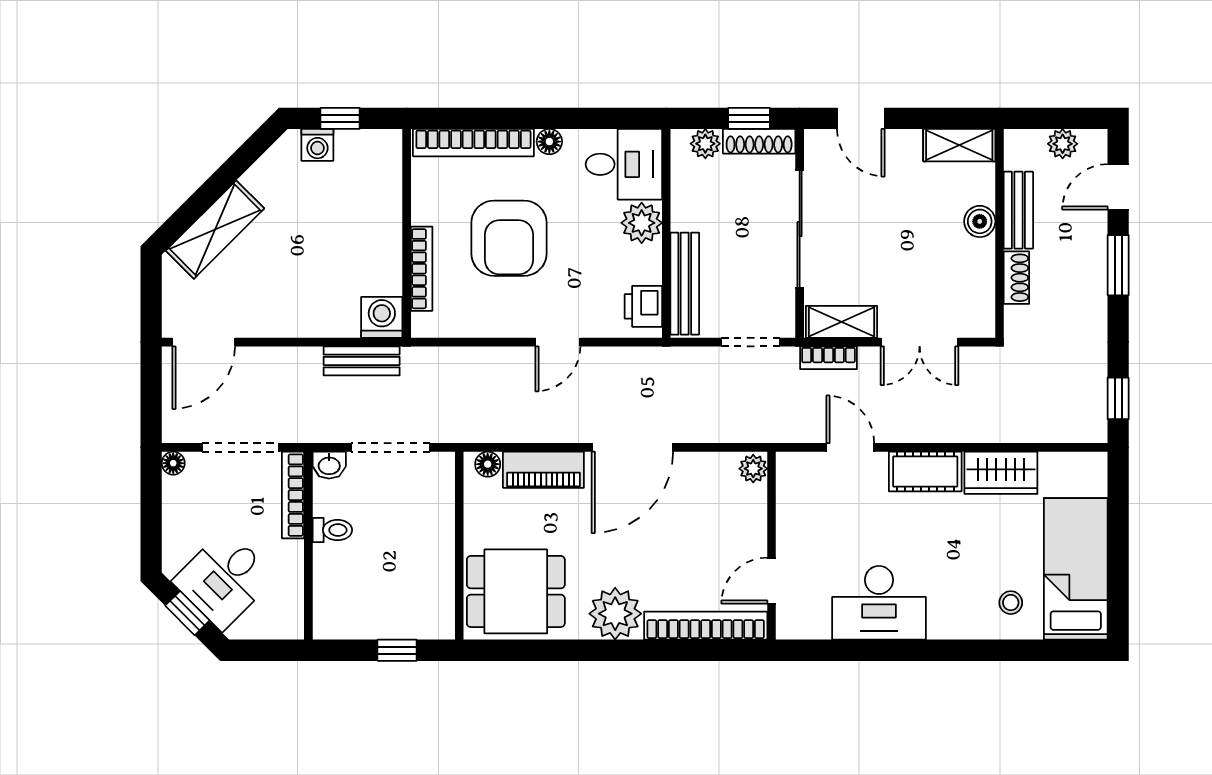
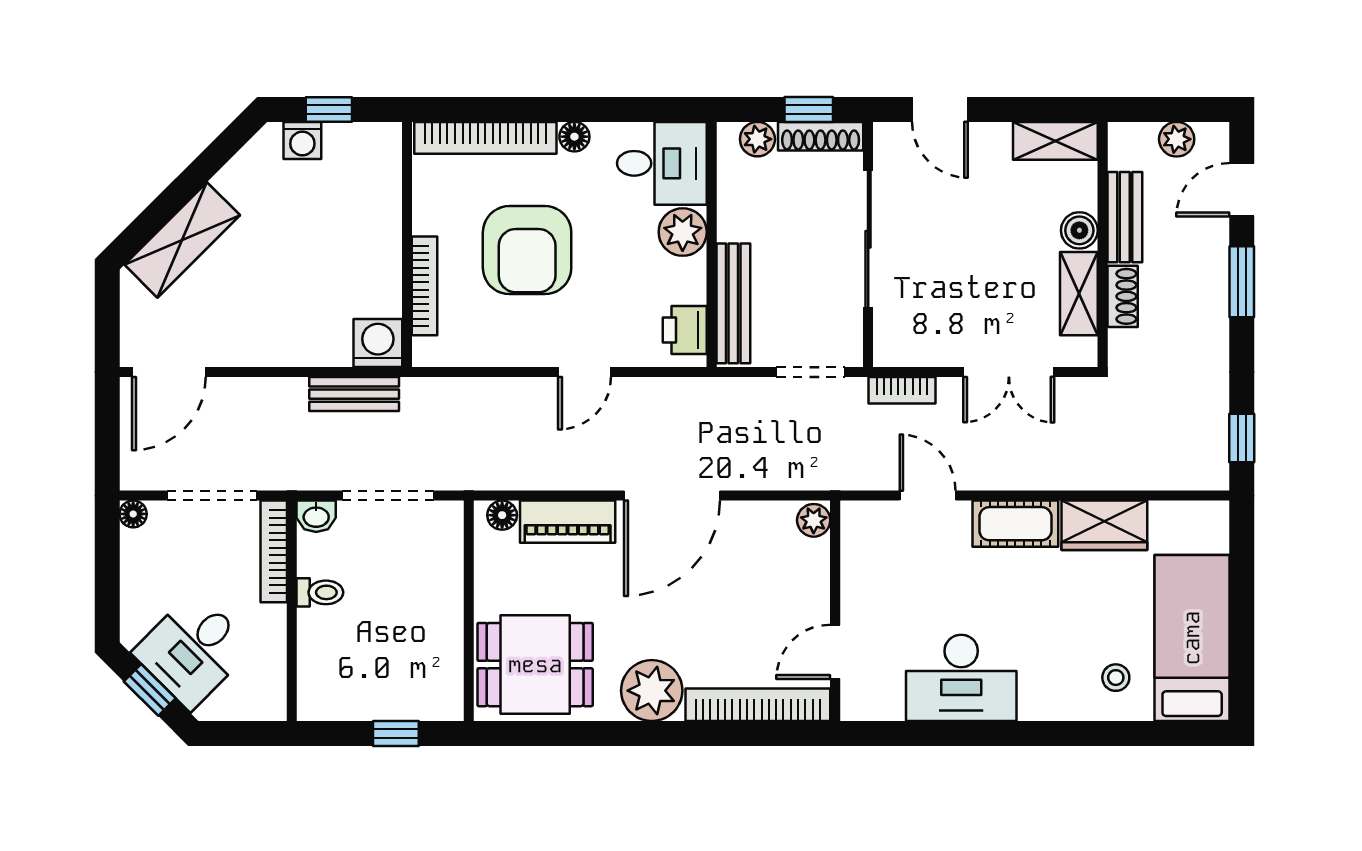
shelving: (841, 322) -> (1079, 294), moved, turned 90

